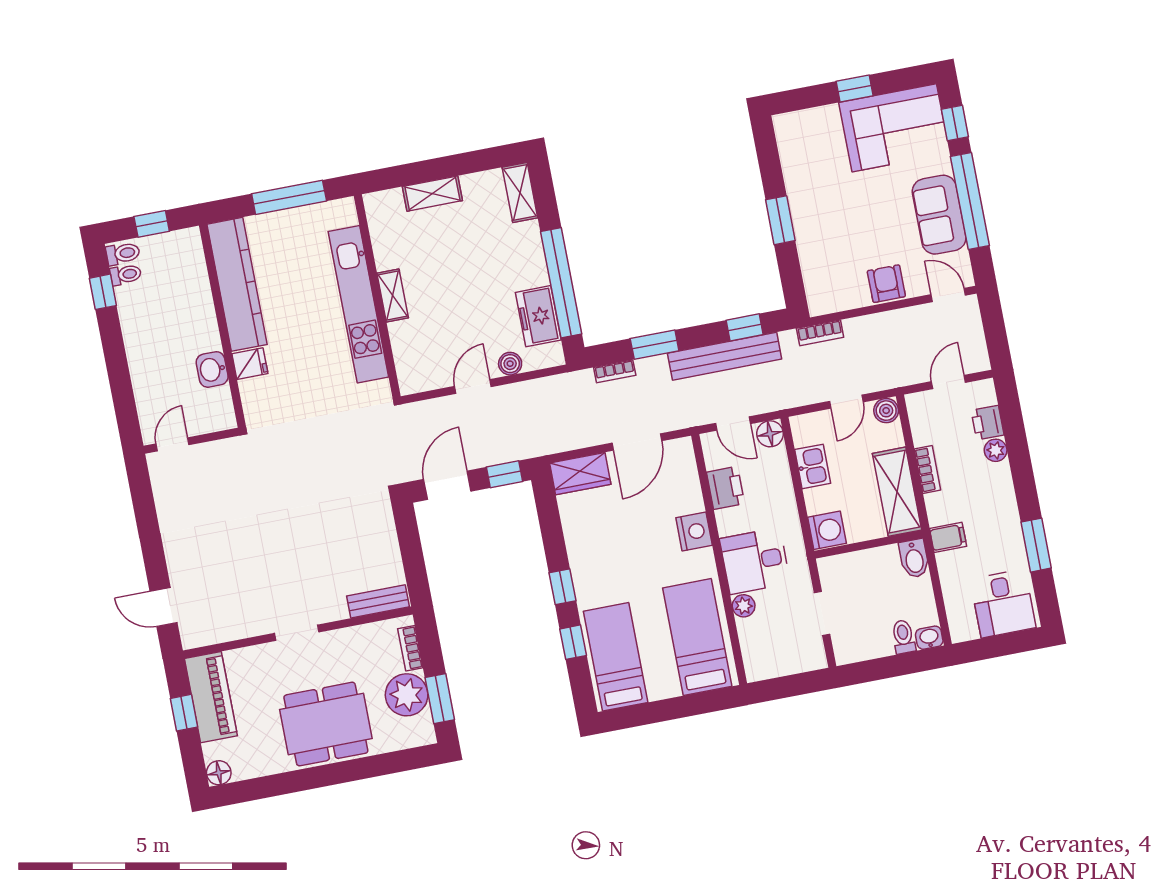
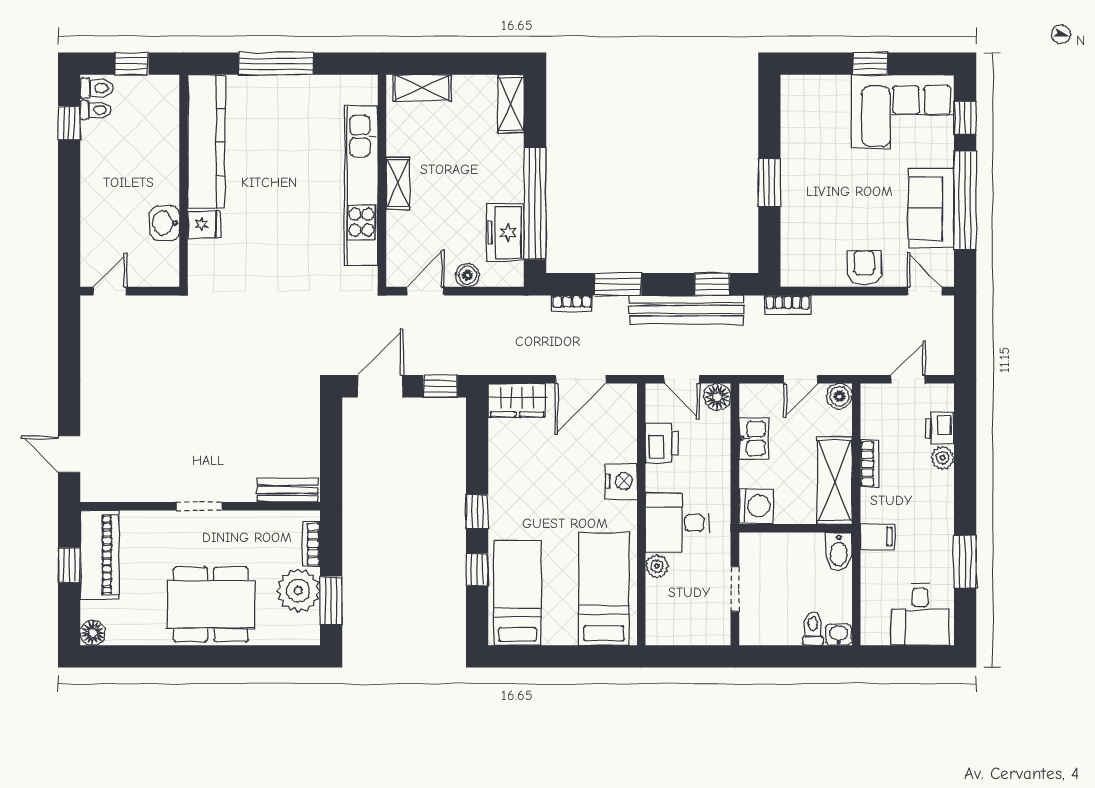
shelving: (393, 295) -> (398, 183), moved
wall: (377, 296) -> (382, 181), moved
kitchen unit: (358, 304) -> (361, 186), moved

